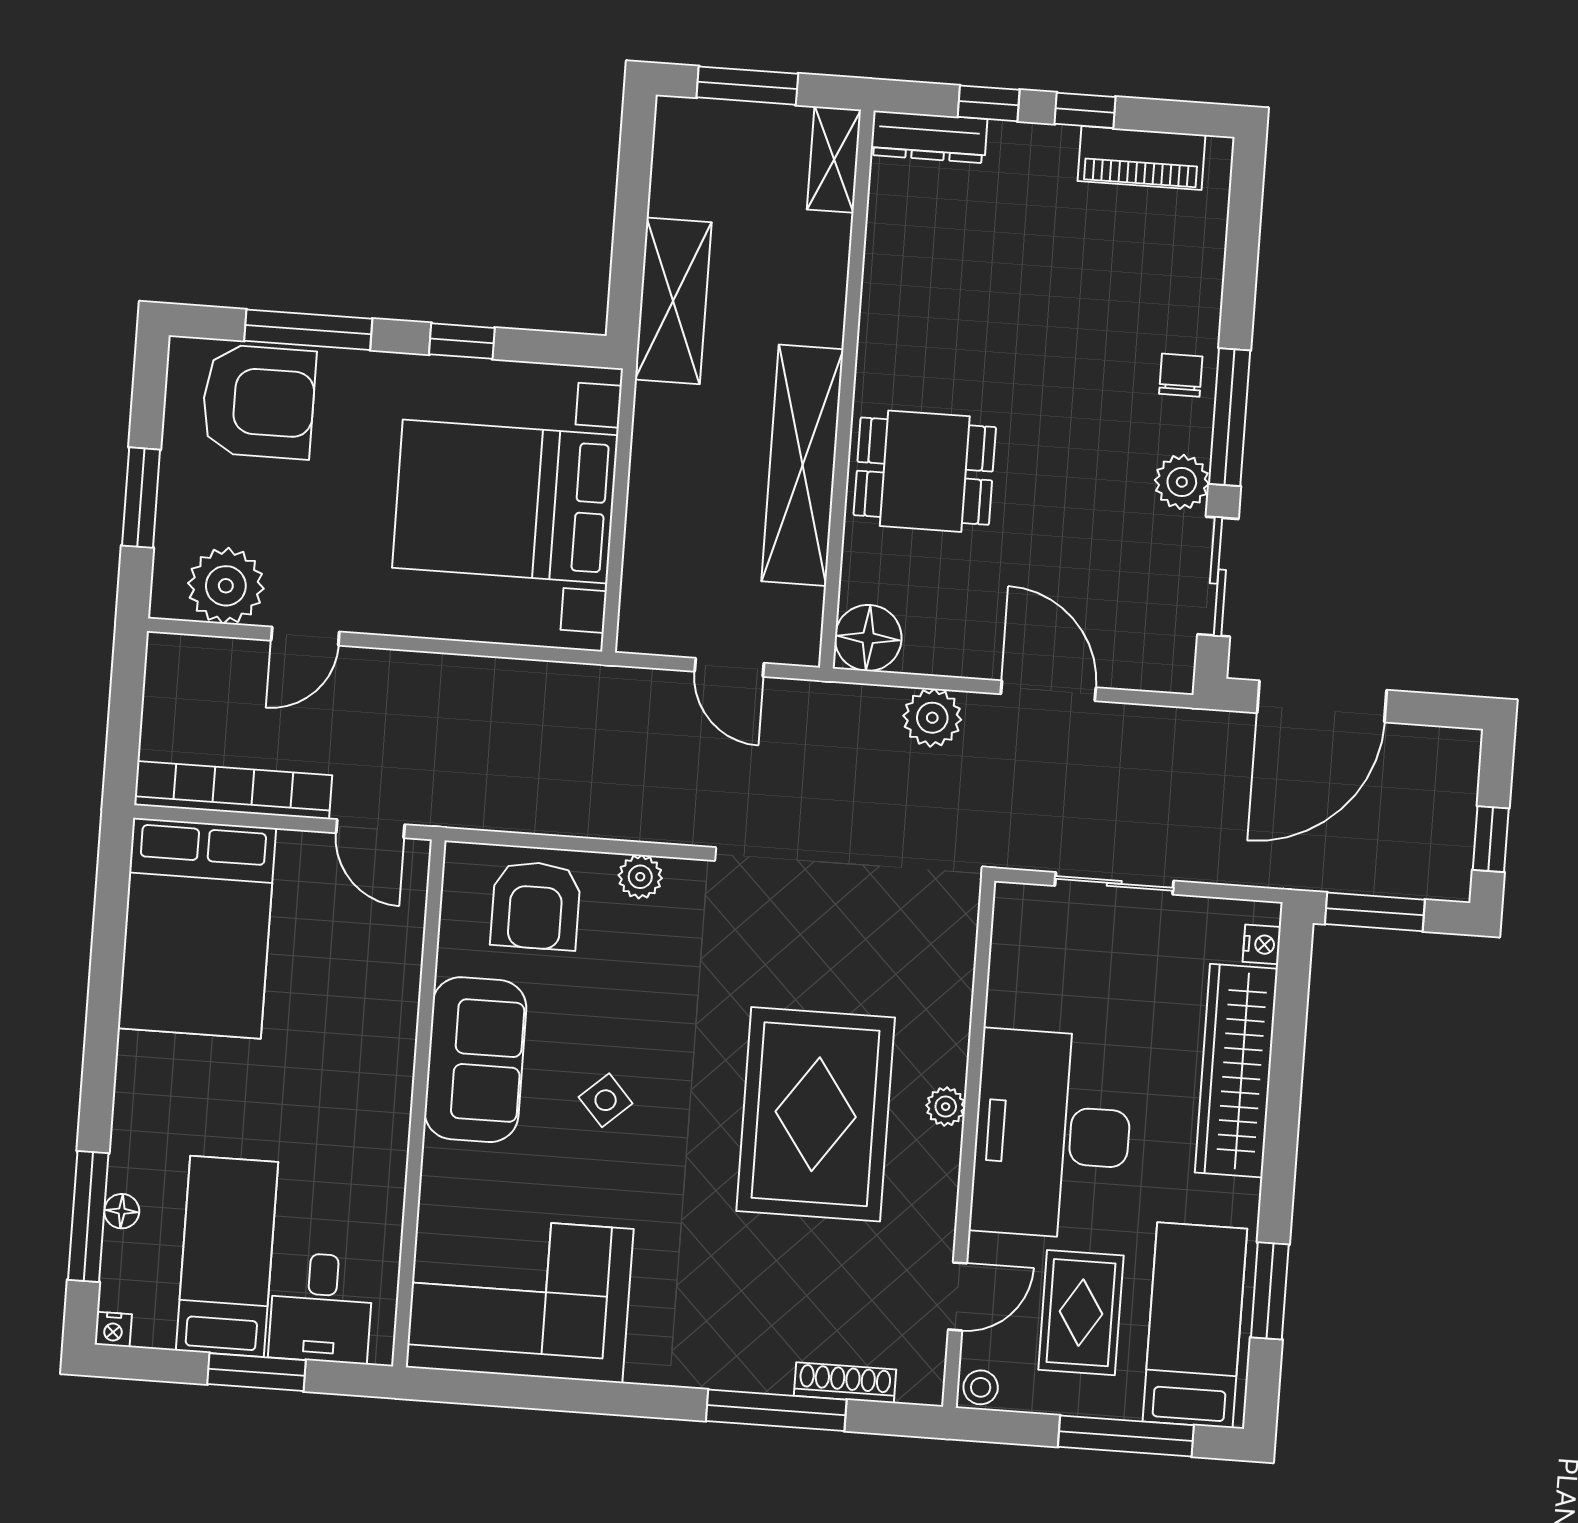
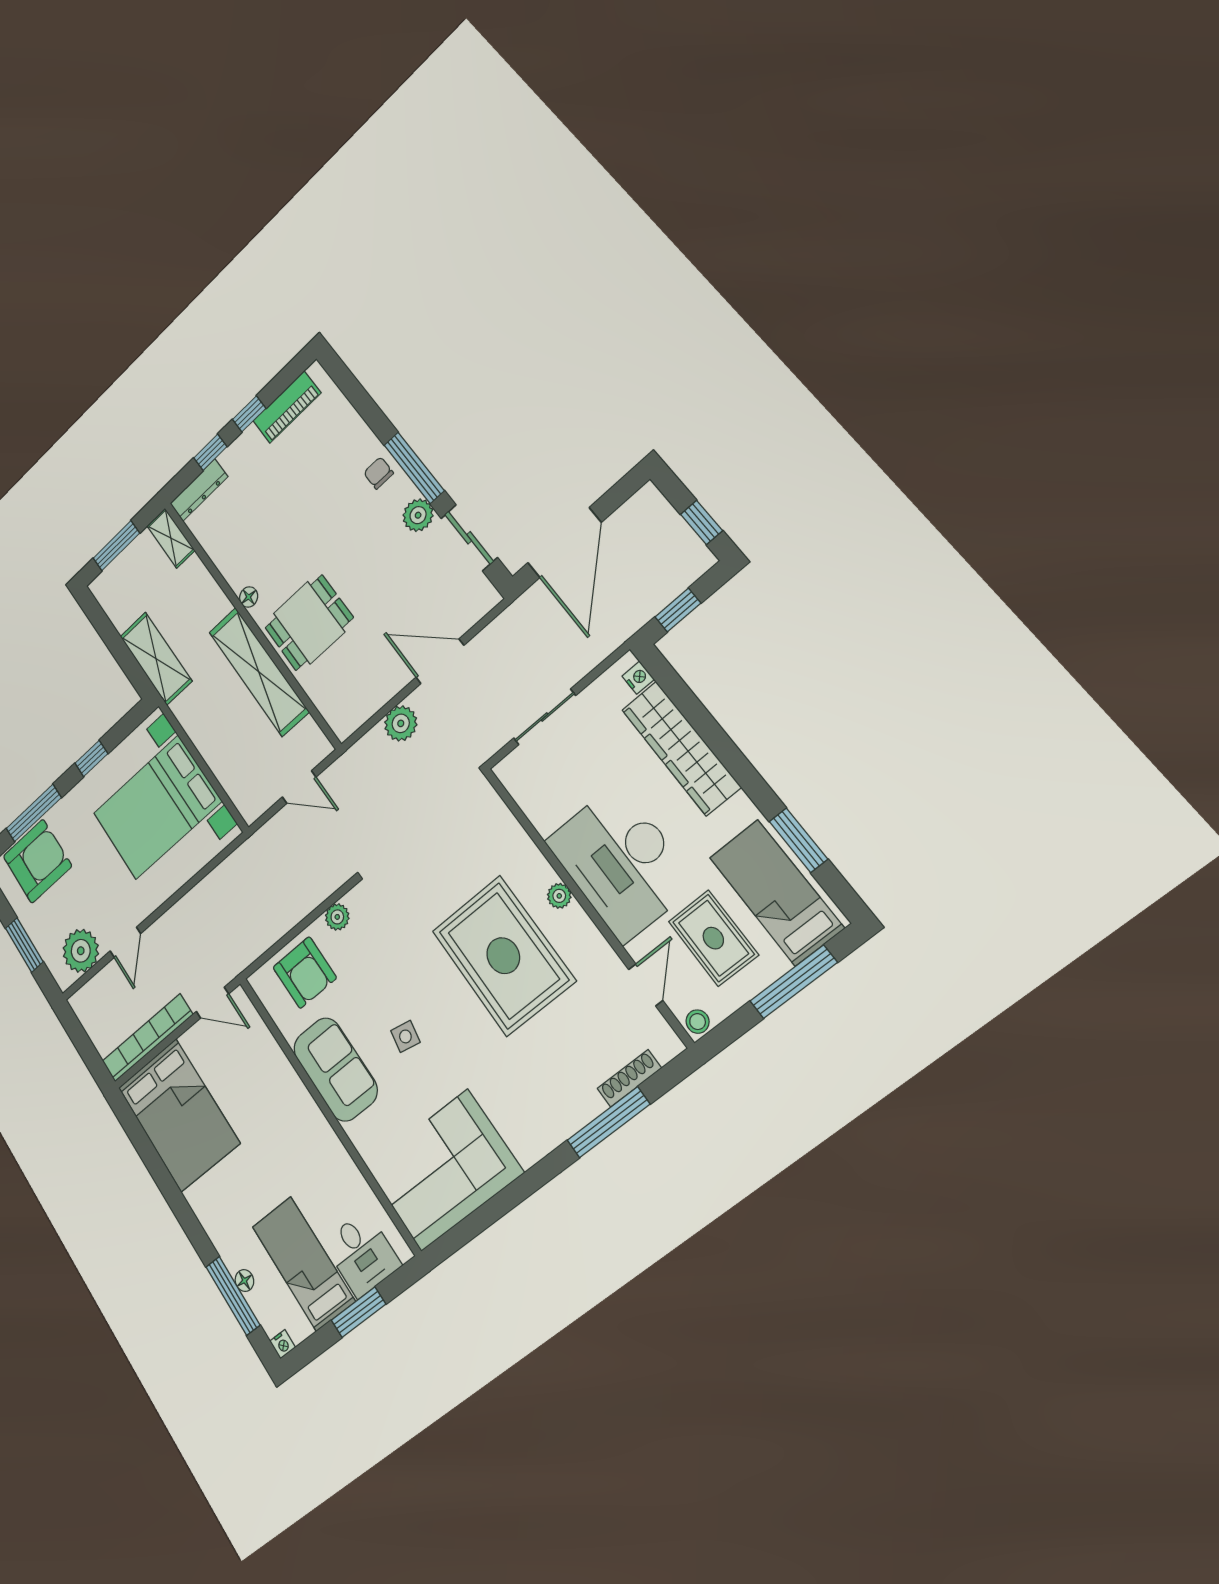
floor lamp: (868, 638) -> (249, 597), moved, width x0.53, depth x0.53
window: (1375, 912) -> (678, 610), width x0.67
side table: (606, 1100) -> (405, 1036), turned -37

